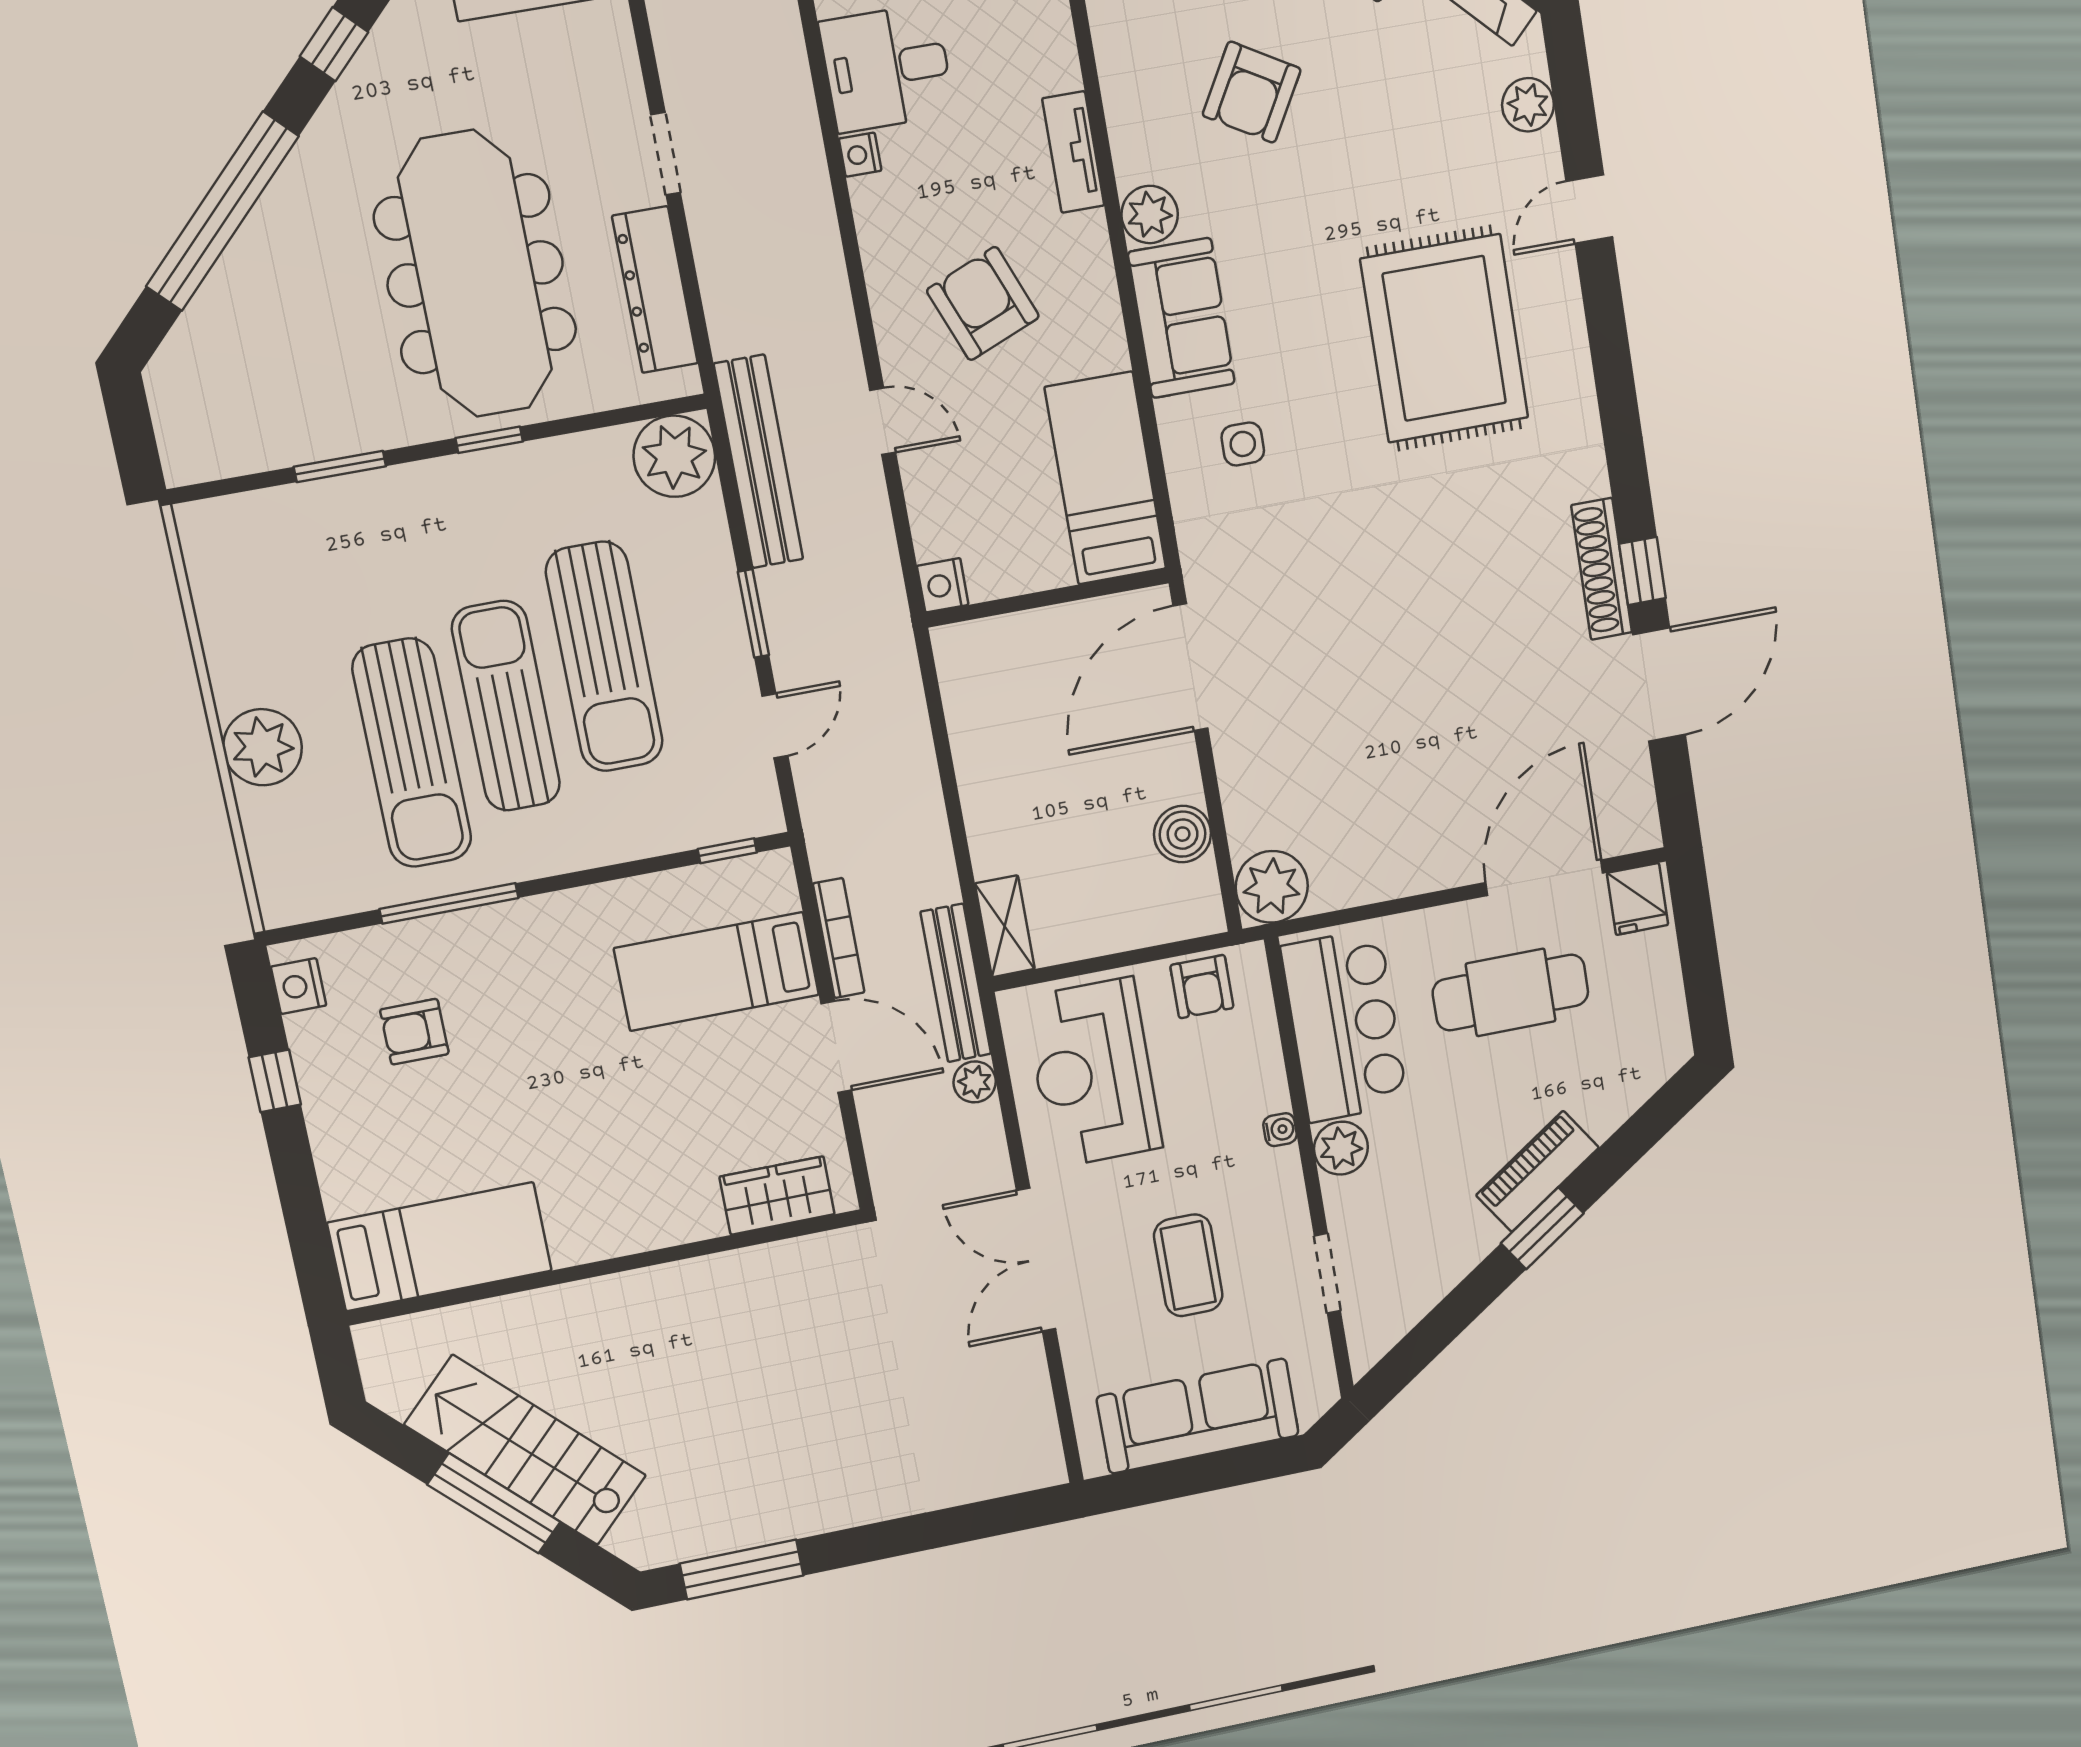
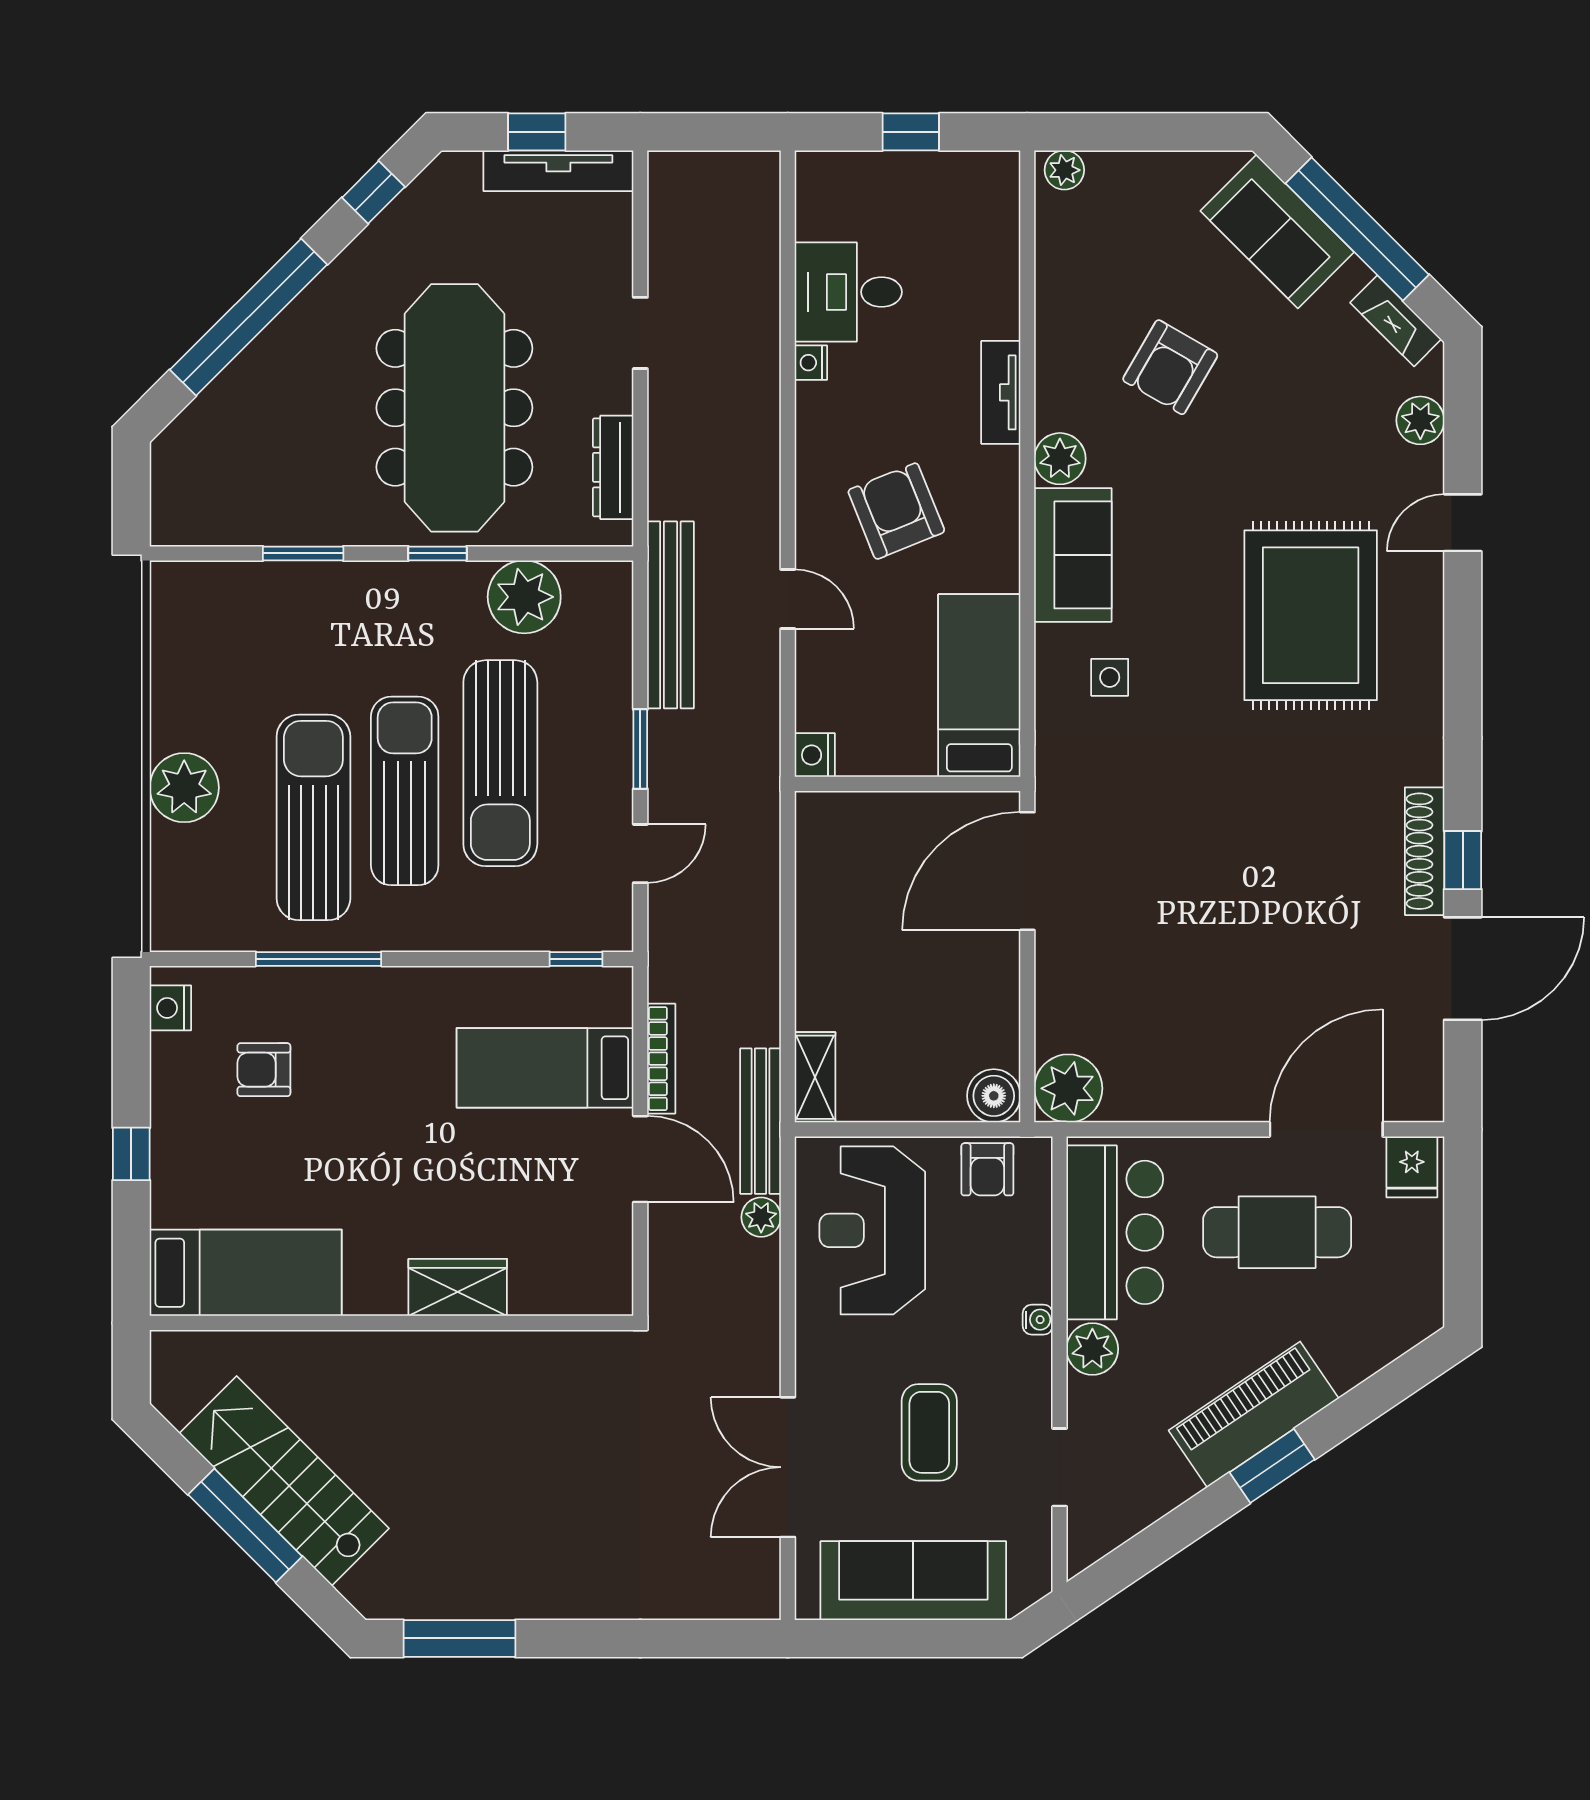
dresser: (655, 290) -> (613, 467), width x0.73, depth x0.80
plant: (674, 456) -> (524, 597), moved
sun lounger: (412, 753) -> (313, 817), turned 180
boiler: (1183, 834) -> (994, 1096), moved
window: (275, 1081) -> (131, 1154), moved
piano: (1537, 1171) -> (1254, 1414), width x1.37, depth x1.33
wardrobe: (777, 1195) -> (458, 1287), moved
double door: (1036, 1260) -> (788, 1467), moved

